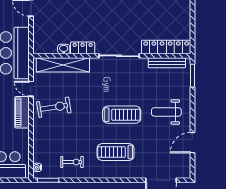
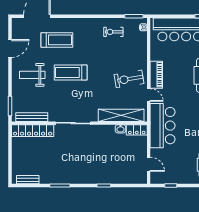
locker: (83, 48) -> (137, 130), moved
weight bench: (166, 112) -> (32, 75), turned 180
treadmill: (116, 152) -> (57, 40), moved

